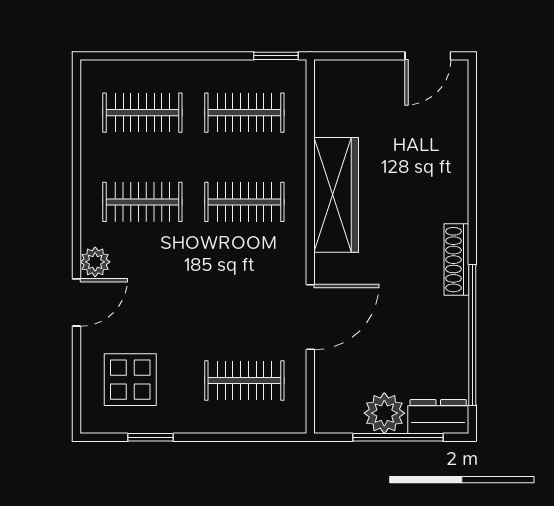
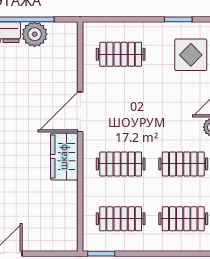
wardrobe: (336, 195) -> (64, 157), width x0.67
door: (310, 317) -> (80, 112), moved

